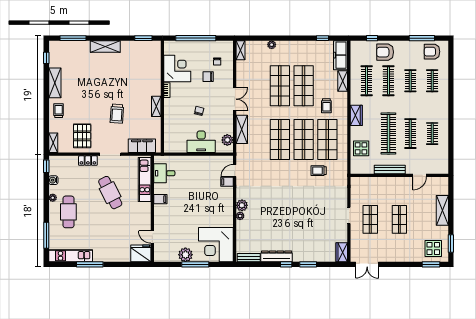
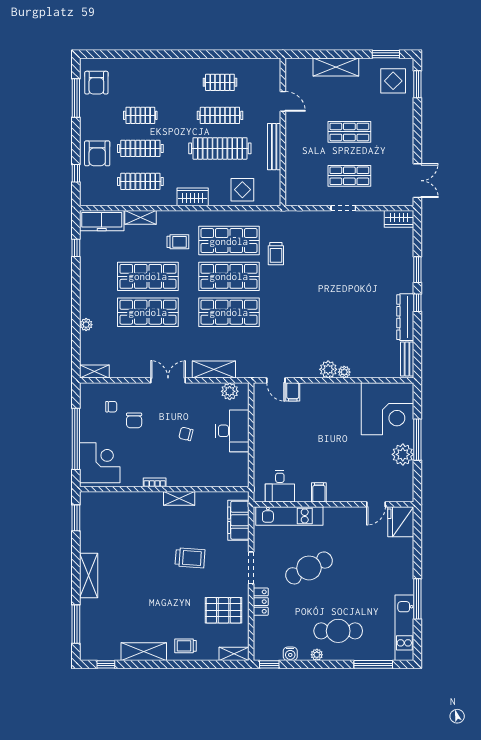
corner desk: (177, 69) -> (100, 463), moved, turned 90
clothes rail: (432, 81) -> (140, 82), removed

